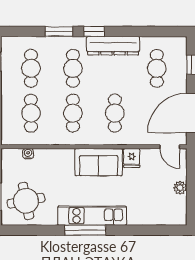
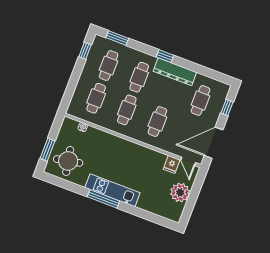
window: (59, 31) -> (117, 38), moved
fridge: (132, 158) -> (172, 164), moved
sofa: (99, 162) -> (132, 153), removed
plant: (180, 188) -> (180, 192), width x1.87, depth x1.87

